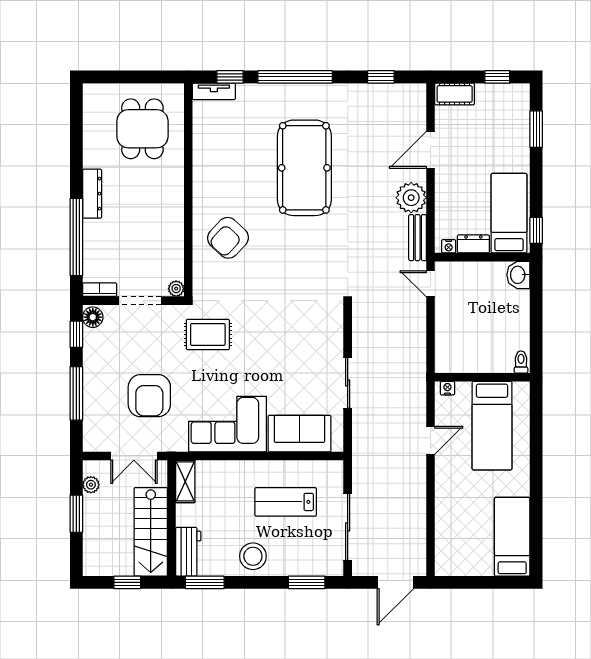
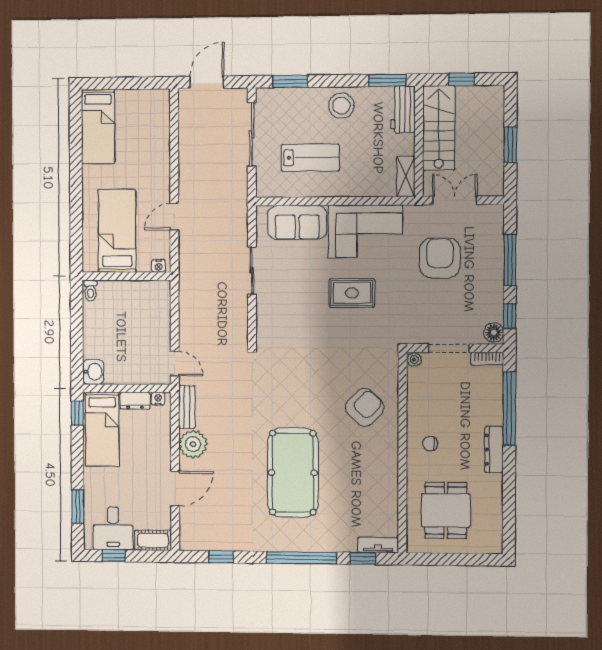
desk: (498, 106) -> (113, 528), added
chair: (159, 200) -> (430, 444), added
rug: (208, 335) -> (352, 293), moved
plant: (91, 485) -> (496, 173), removed

